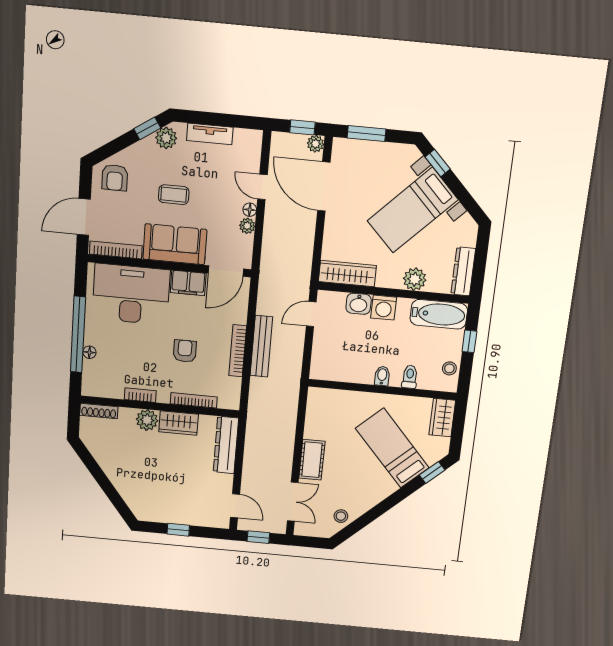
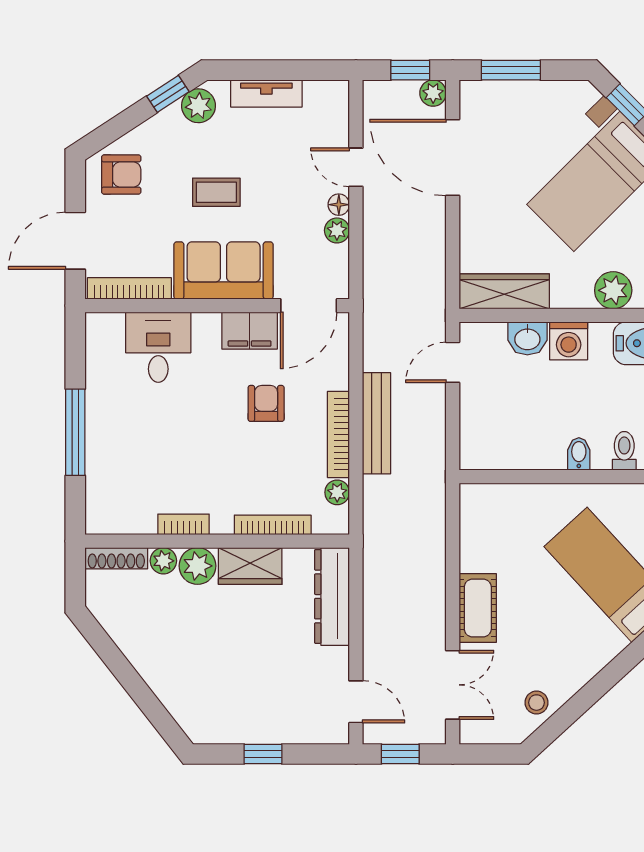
armchair: (115, 178) -> (121, 175), turned -90
desk: (131, 294) -> (158, 347), width x0.53, depth x0.77
window: (78, 335) -> (75, 432), width x0.68
armchair: (185, 351) -> (266, 403), moved
floor lamp: (89, 352) -> (96, 460), removed
plant: (234, 385) -> (337, 492), added
plant: (127, 415) -> (163, 561), added

